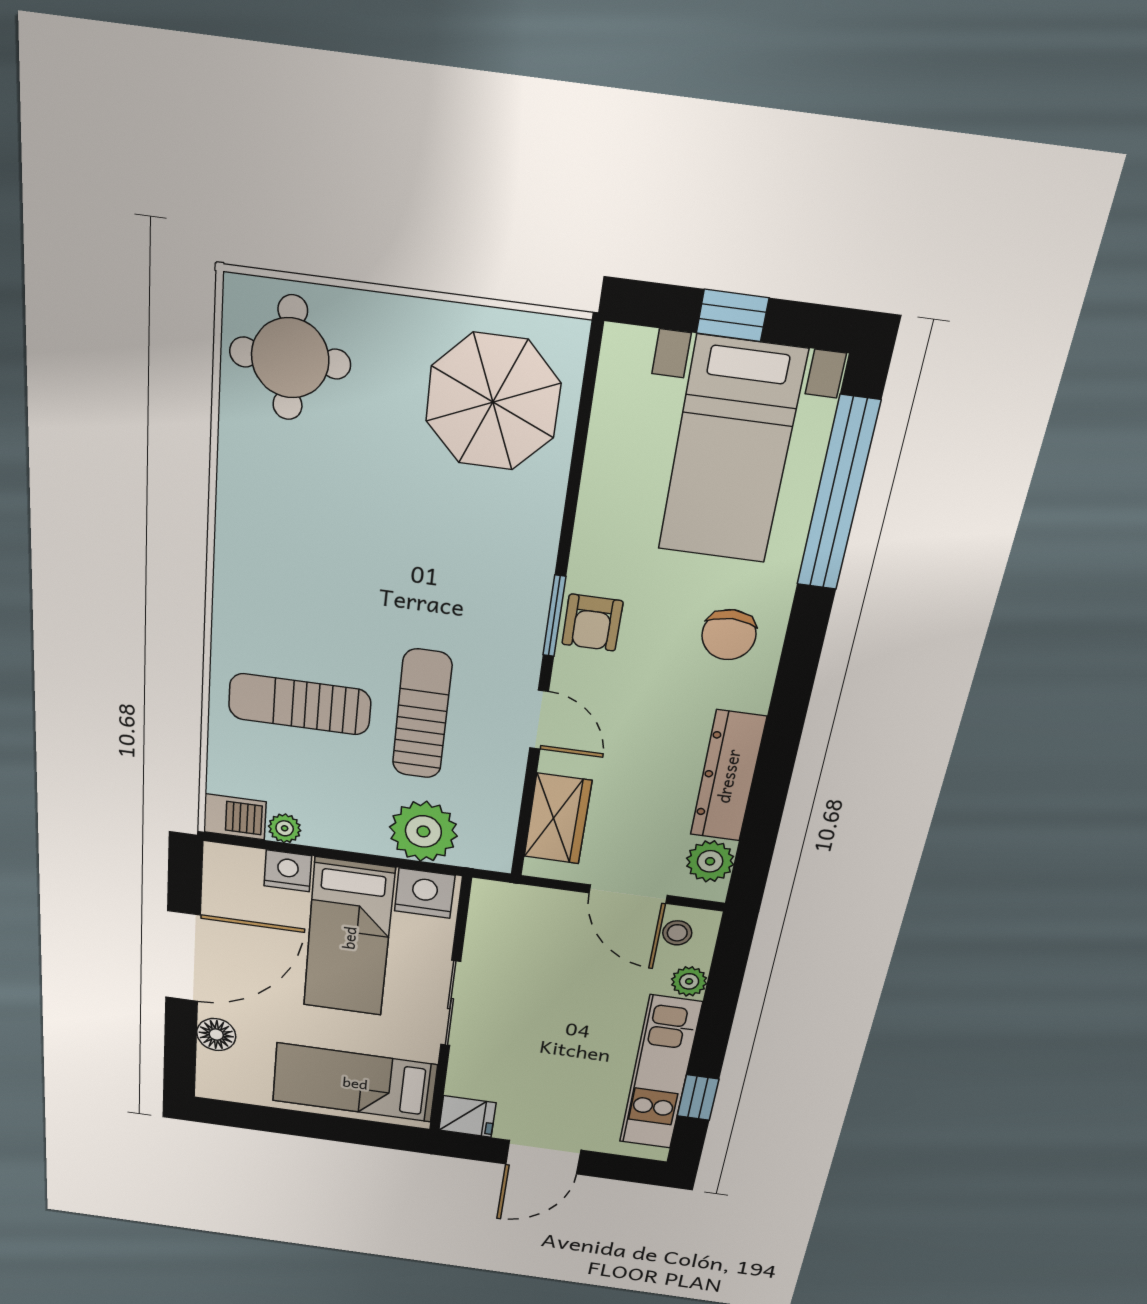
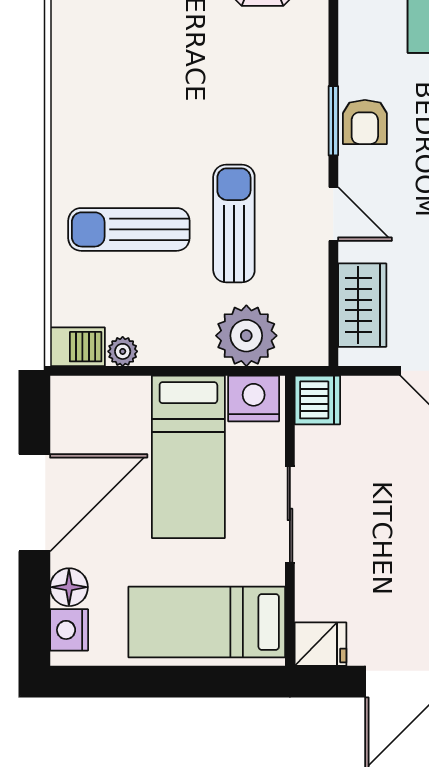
nightstand: (288, 871) -> (69, 630), moved, turned -90
dishwasher: (494, 904) -> (317, 400), added

